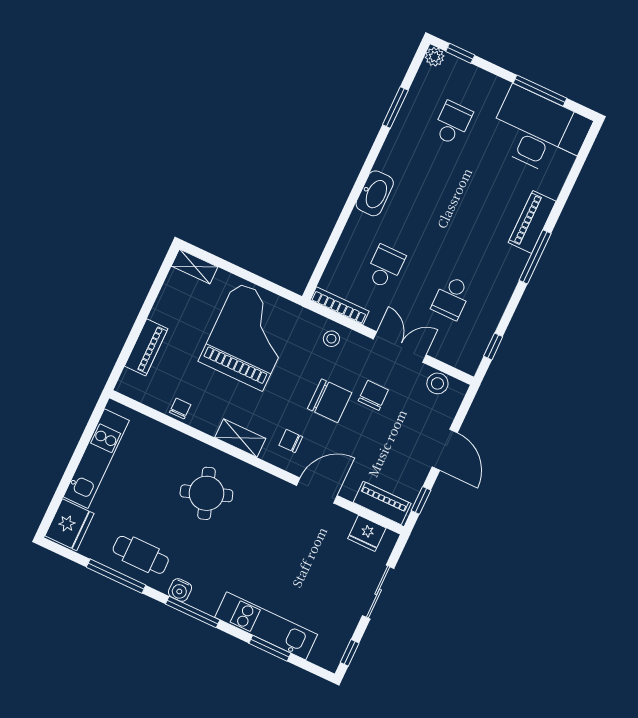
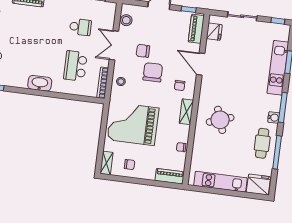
school desk: (385, 267) -> (75, 66), width x1.85
chair: (179, 307) -> (130, 165), added
piano: (146, 347) -> (170, 176), moved

